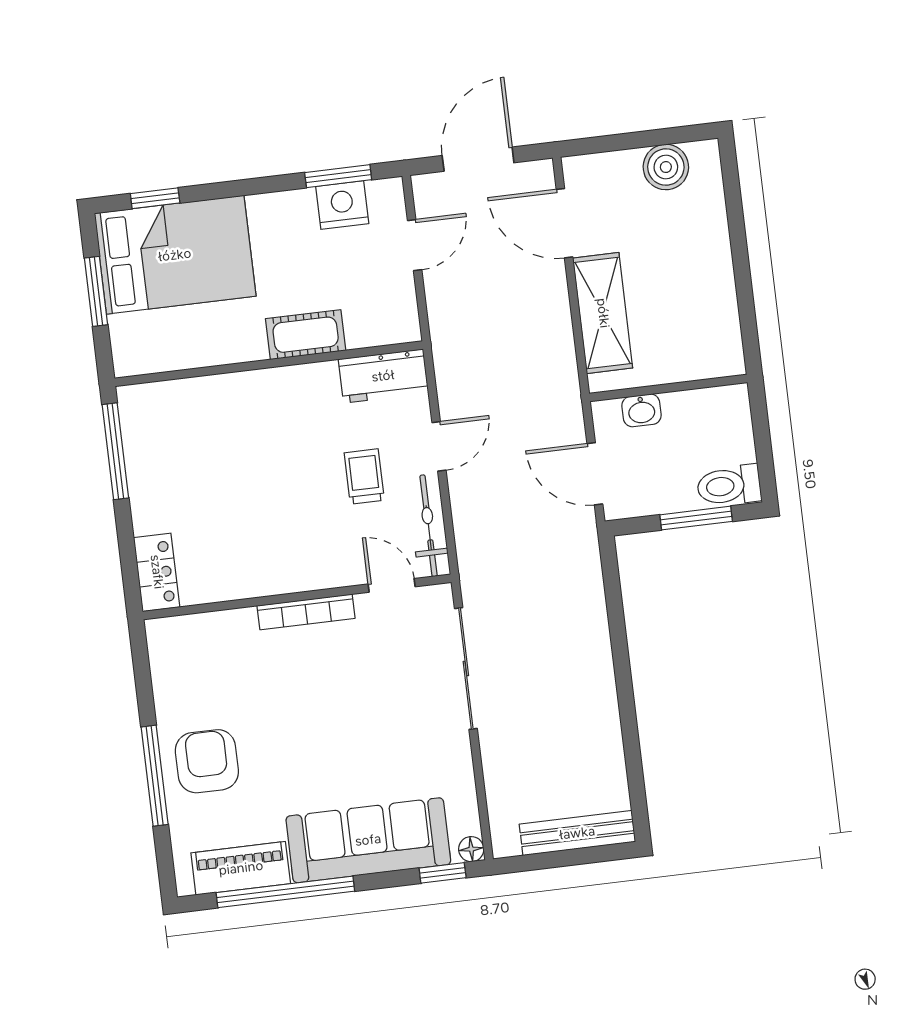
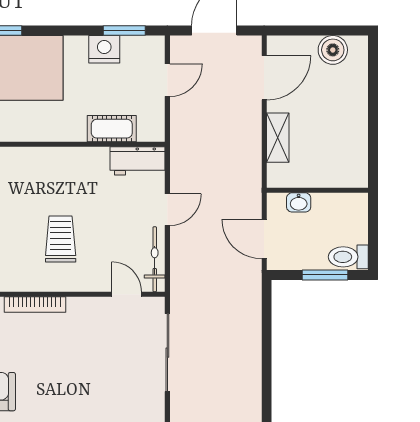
nightstand: (342, 205) -> (104, 49), moved
door: (565, 223) -> (264, 78), swing flipped
shelving: (603, 313) -> (278, 138), width x0.67, depth x0.75
cot: (306, 335) -> (112, 129), moved
trolley: (364, 477) -> (61, 239), moved, width x1.36, depth x1.39
bookcase: (306, 612) -> (35, 305), moved

